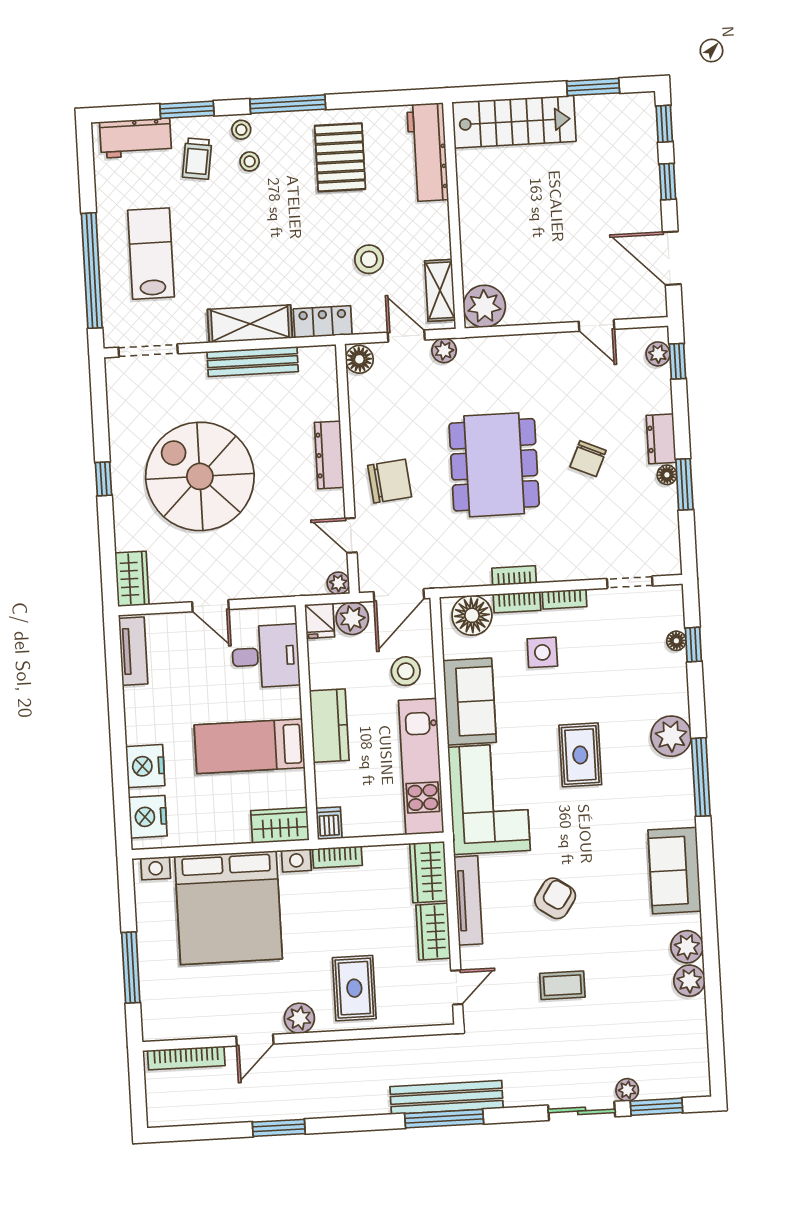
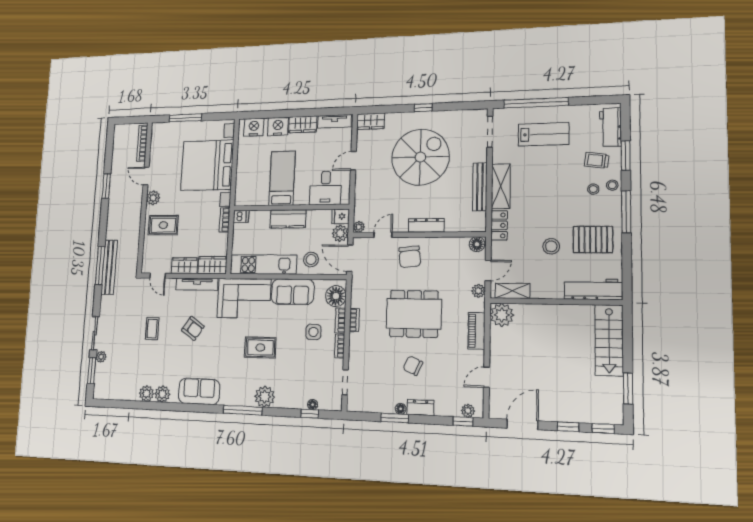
stool: (369, 259) -> (551, 246), moved
piano: (516, 349) -> (476, 331), added
wardrobe: (280, 825) -> (303, 124), moved, turned 90

